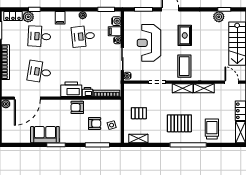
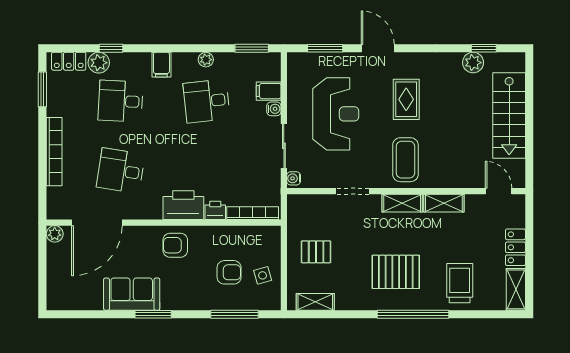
water cooler: (116, 21) -> (272, 71), removed
reception desk: (149, 43) -> (336, 114), turned 180
armchair: (77, 107) -> (175, 245), moved

